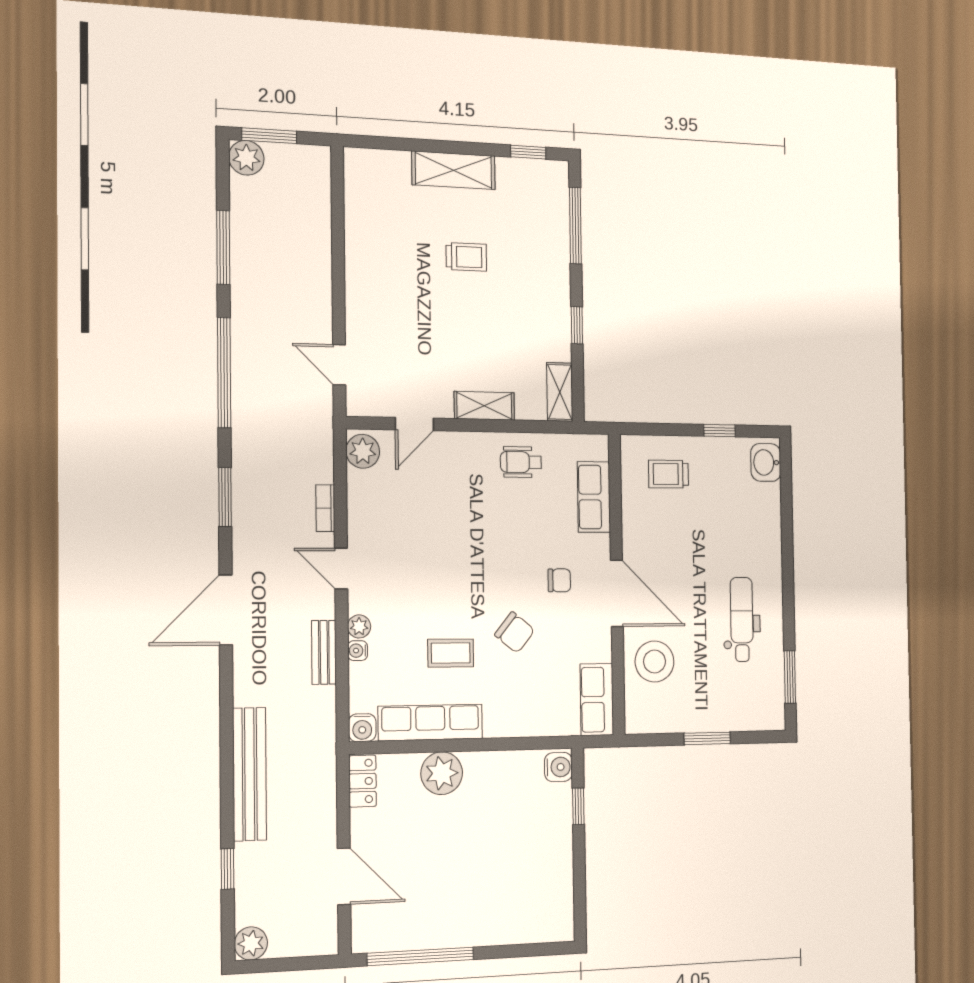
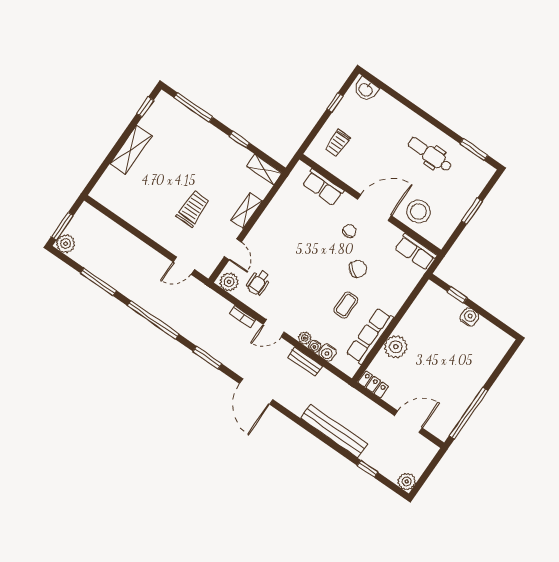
trolley: (466, 257) -> (193, 209), moved, width x1.36, depth x1.39
wheelchair: (521, 462) -> (258, 282), moved
water cooler: (362, 728) -> (328, 353), moved, turned 90
water cooler: (558, 767) -> (469, 317), moved

